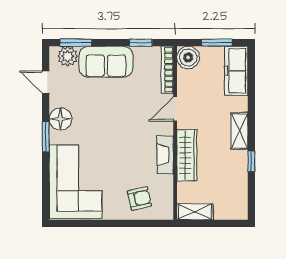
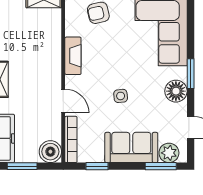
door: (175, 109) -> (63, 101), hinge flipped
side table: (117, 114) -> (121, 96), added
wardrobe: (187, 155) -> (52, 55), removed

